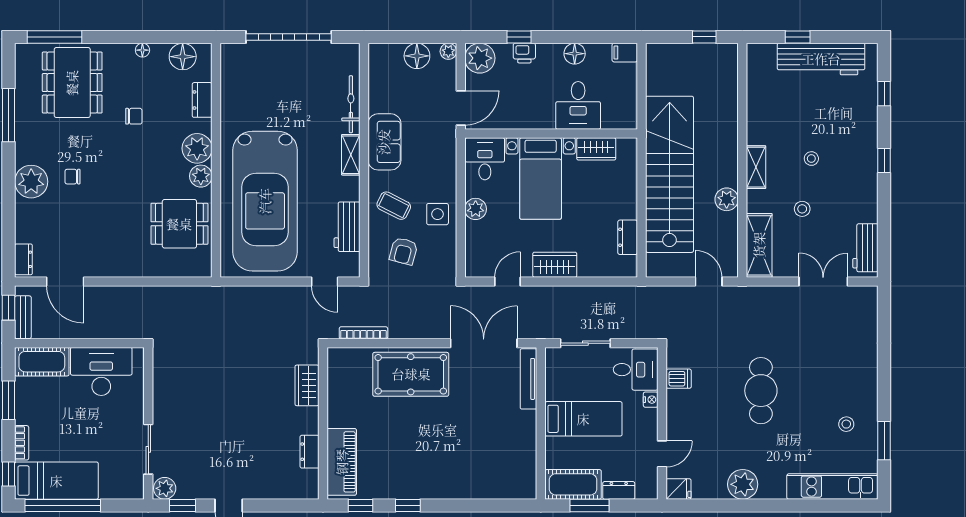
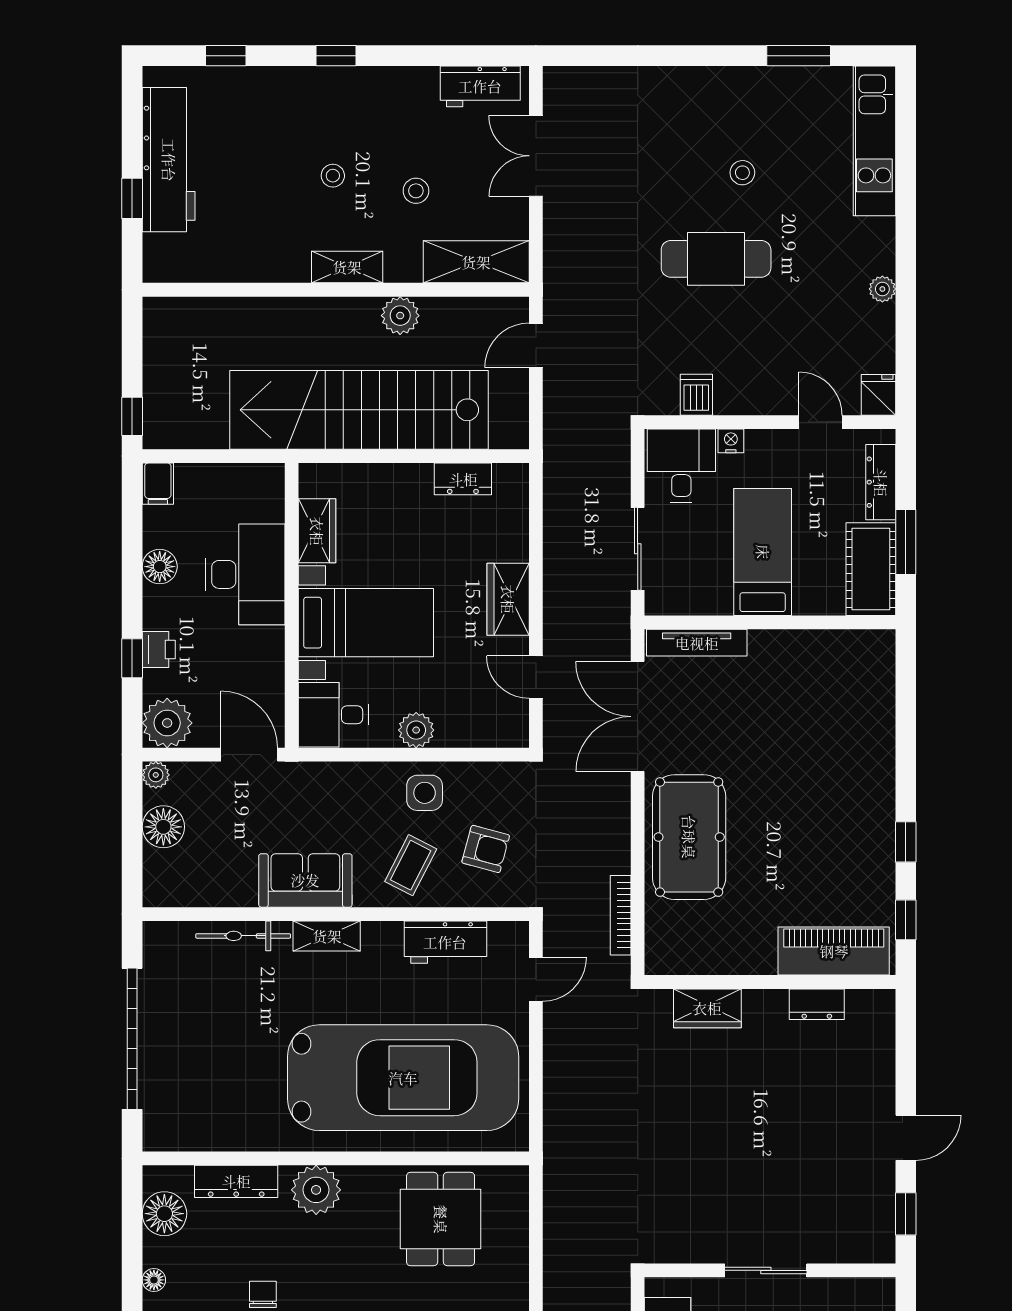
window: (704, 37) -> (132, 416), moved
dresser: (202, 100) -> (236, 1181), width x1.44
desk: (578, 105) -> (245, 574), width x1.37
plant: (201, 176) -> (362, 1184), removed
stool: (846, 424) -> (742, 173), moved
sliding door: (148, 449) -> (766, 1270), moved
plant: (743, 484) -> (882, 289), width x0.53, depth x0.53
plant: (165, 488) -> (877, 1243), removed
dresser: (619, 490) -> (881, 482), width x1.44

